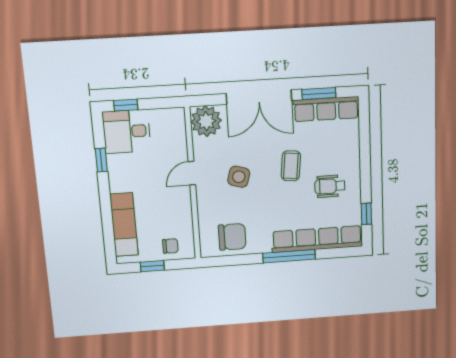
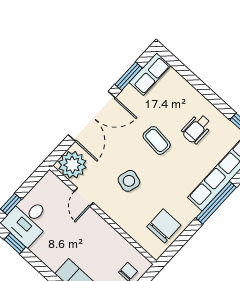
row of seats: (326, 109) -> (150, 74), width x0.68
window: (101, 160) -> (15, 243), moved
door: (192, 173) -> (84, 197), moved

